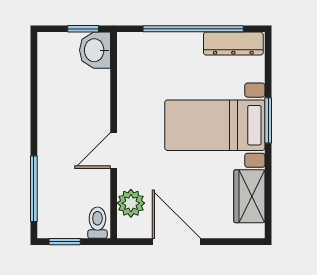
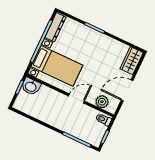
bed with nightstands: (215, 125) -> (57, 66), moved, turned -90
door: (114, 150) -> (77, 98), swing flipped
wardrobe: (249, 196) -> (132, 61), moved, turned 90

